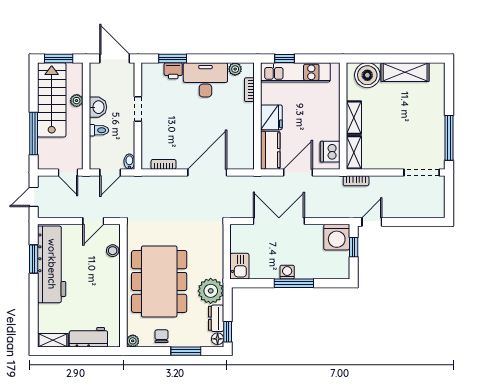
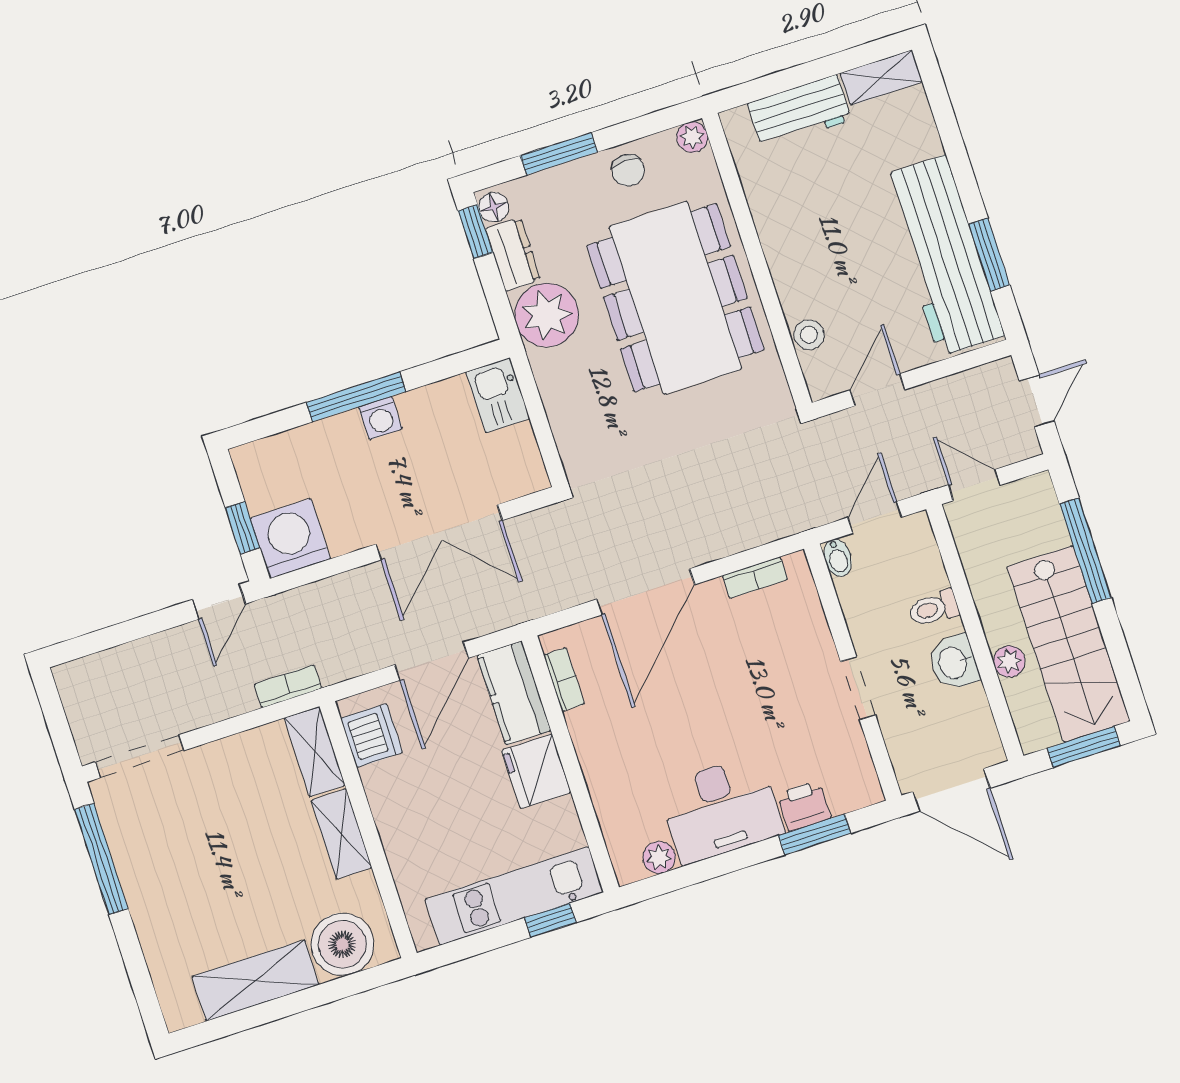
bookcase: (249, 90) -> (564, 679), moved

